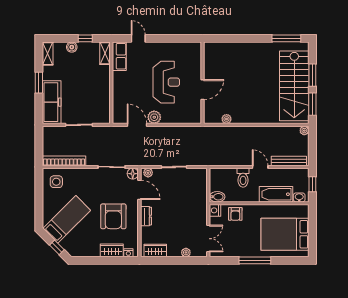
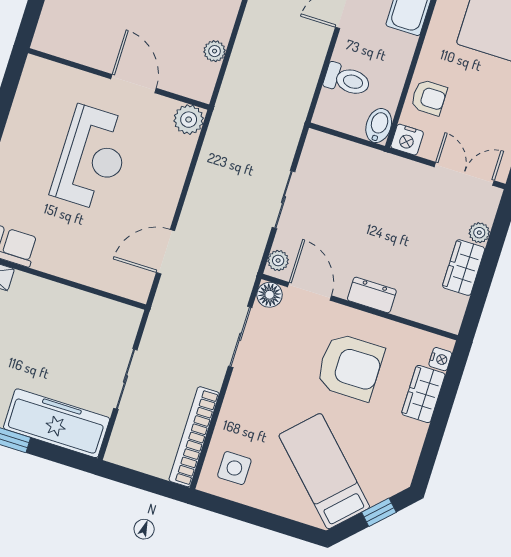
reception desk: (166, 82) -> (92, 158), turned 90
plant: (154, 117) -> (189, 120), moved
toilet: (243, 178) -> (347, 80), moved
door: (139, 190) -> (310, 291), hinge flipped
wardrobe: (155, 251) -> (464, 268), moved

